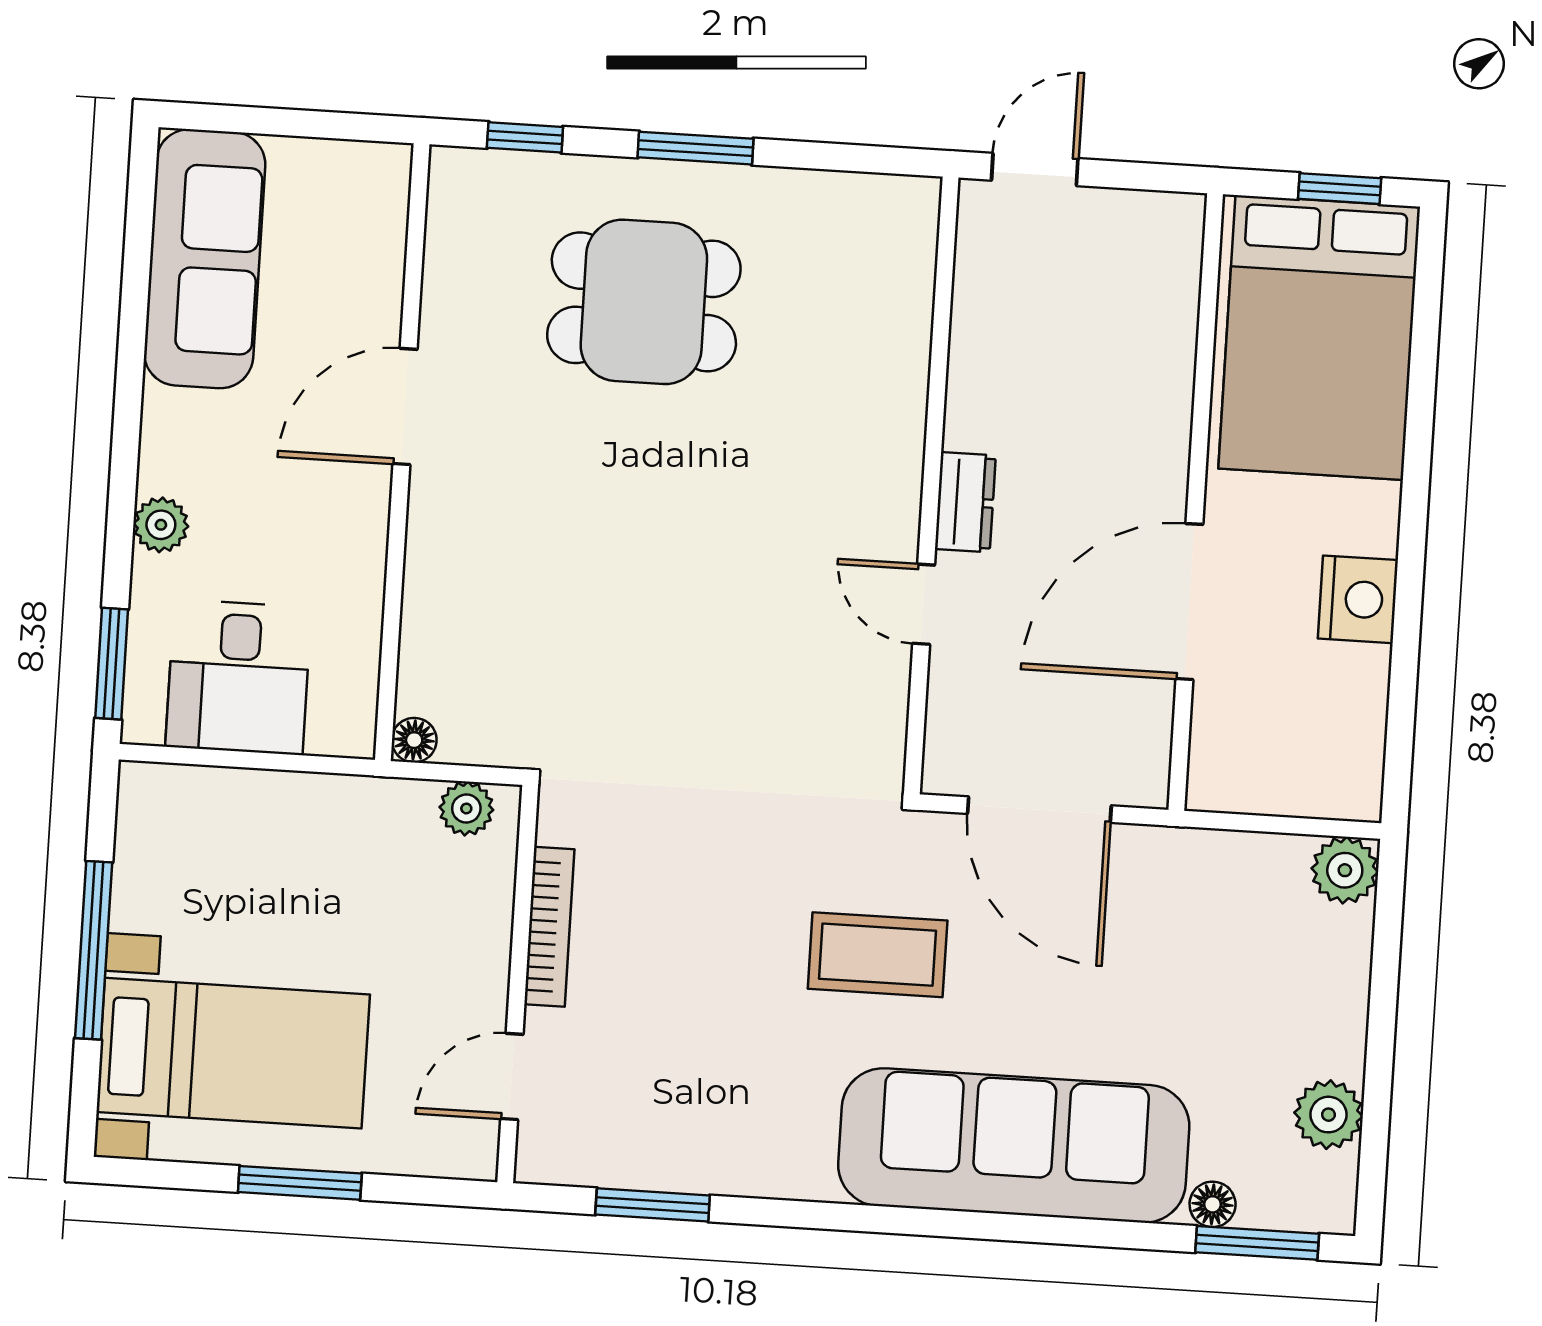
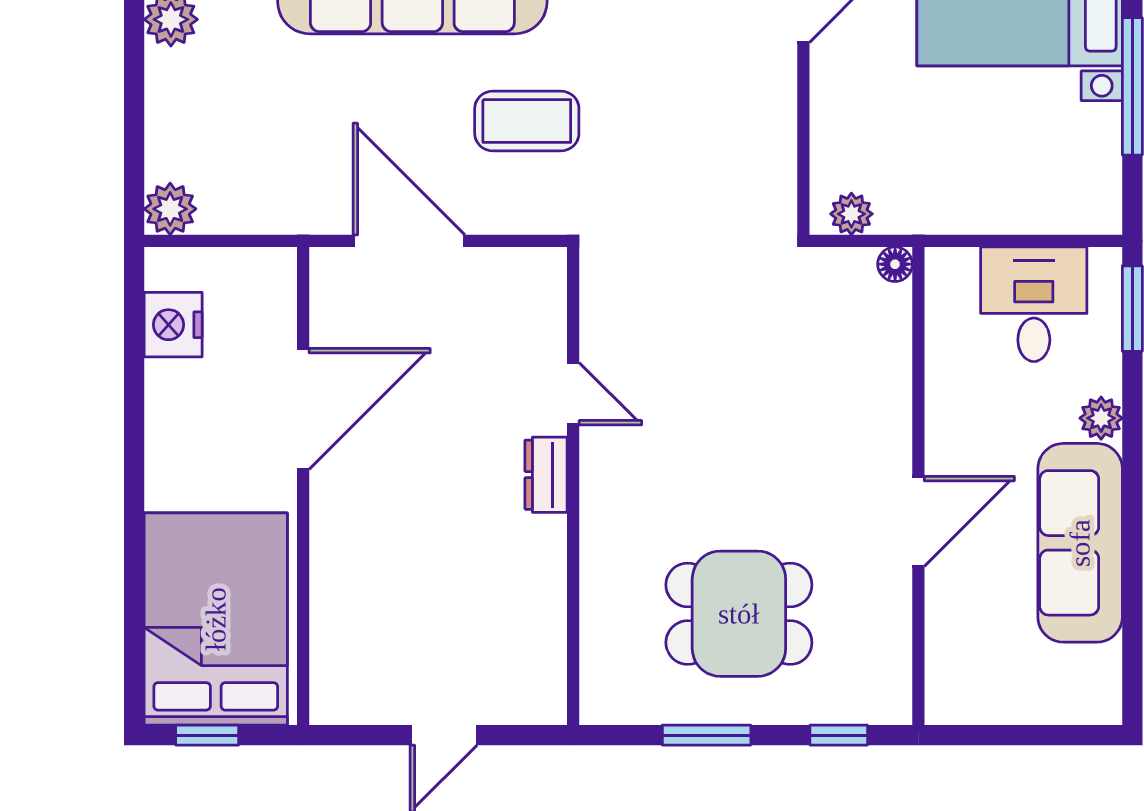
sofa: (205, 259) -> (1080, 543), moved
wall: (931, 485) -> (573, 486), moved
dresser: (965, 502) -> (546, 475), moved
nightstand: (1358, 599) -> (173, 325), moved
door: (924, 604) -> (573, 394), moved
bookcase: (549, 927) -> (782, 127), removed

